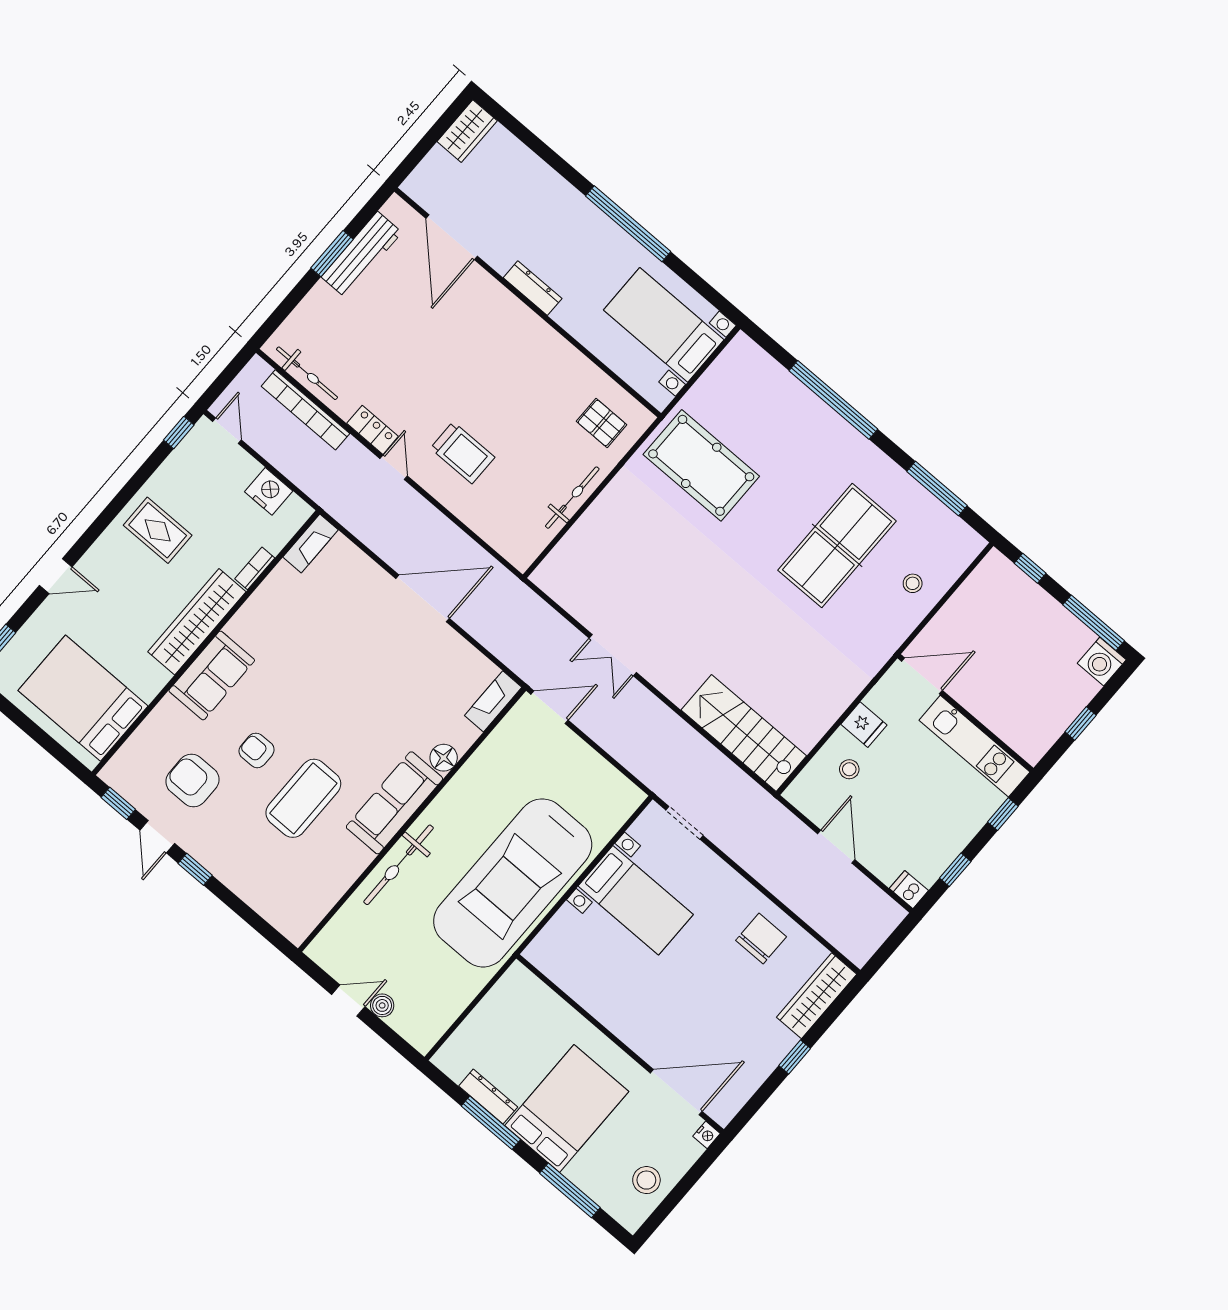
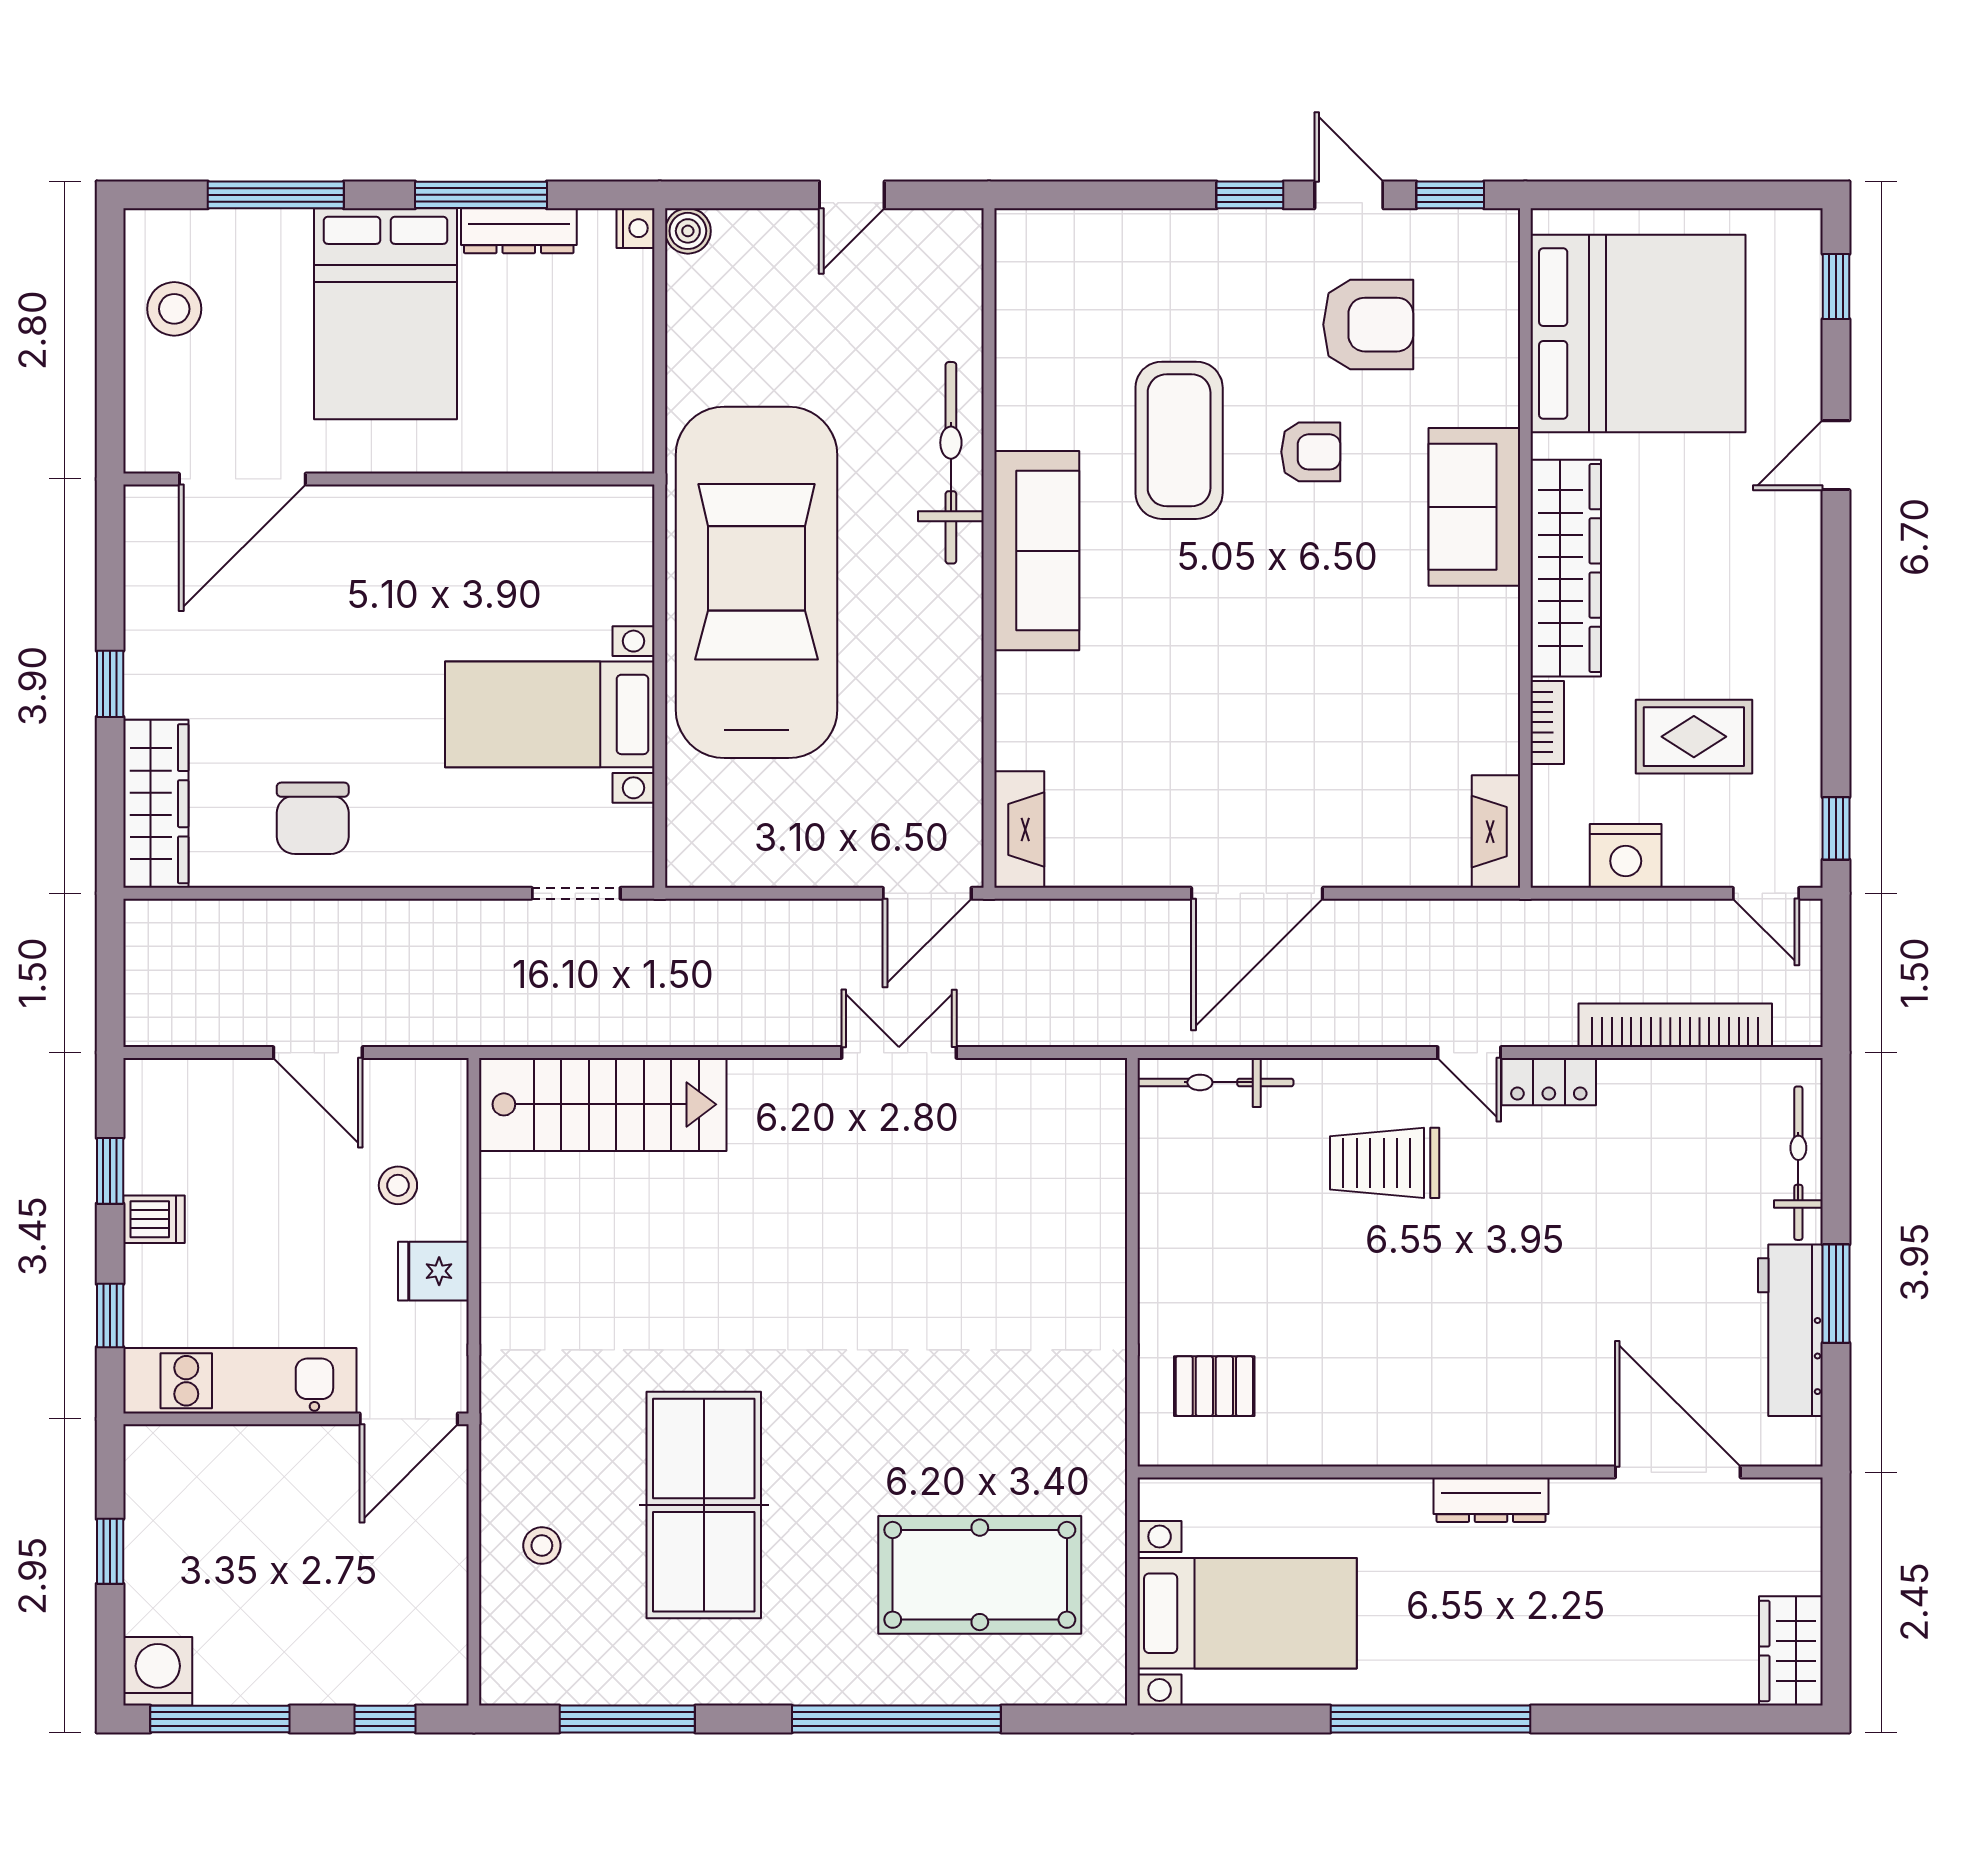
bicycle: (307, 373) -> (1798, 1163), moved, turned 90
pool table: (701, 465) -> (980, 1575), moved
bicycle: (572, 498) -> (1216, 1082), moved, turned 90
rug: (158, 530) -> (1694, 737), moved
bed: (83, 698) -> (1638, 334), width x1.36
floor lamp: (444, 758) -> (1021, 681), removed
dishwasher: (909, 890) -> (154, 1219), moved
boiler: (382, 1005) -> (688, 231), moved
nightstand: (706, 1135) -> (636, 228), moved, turned 180

